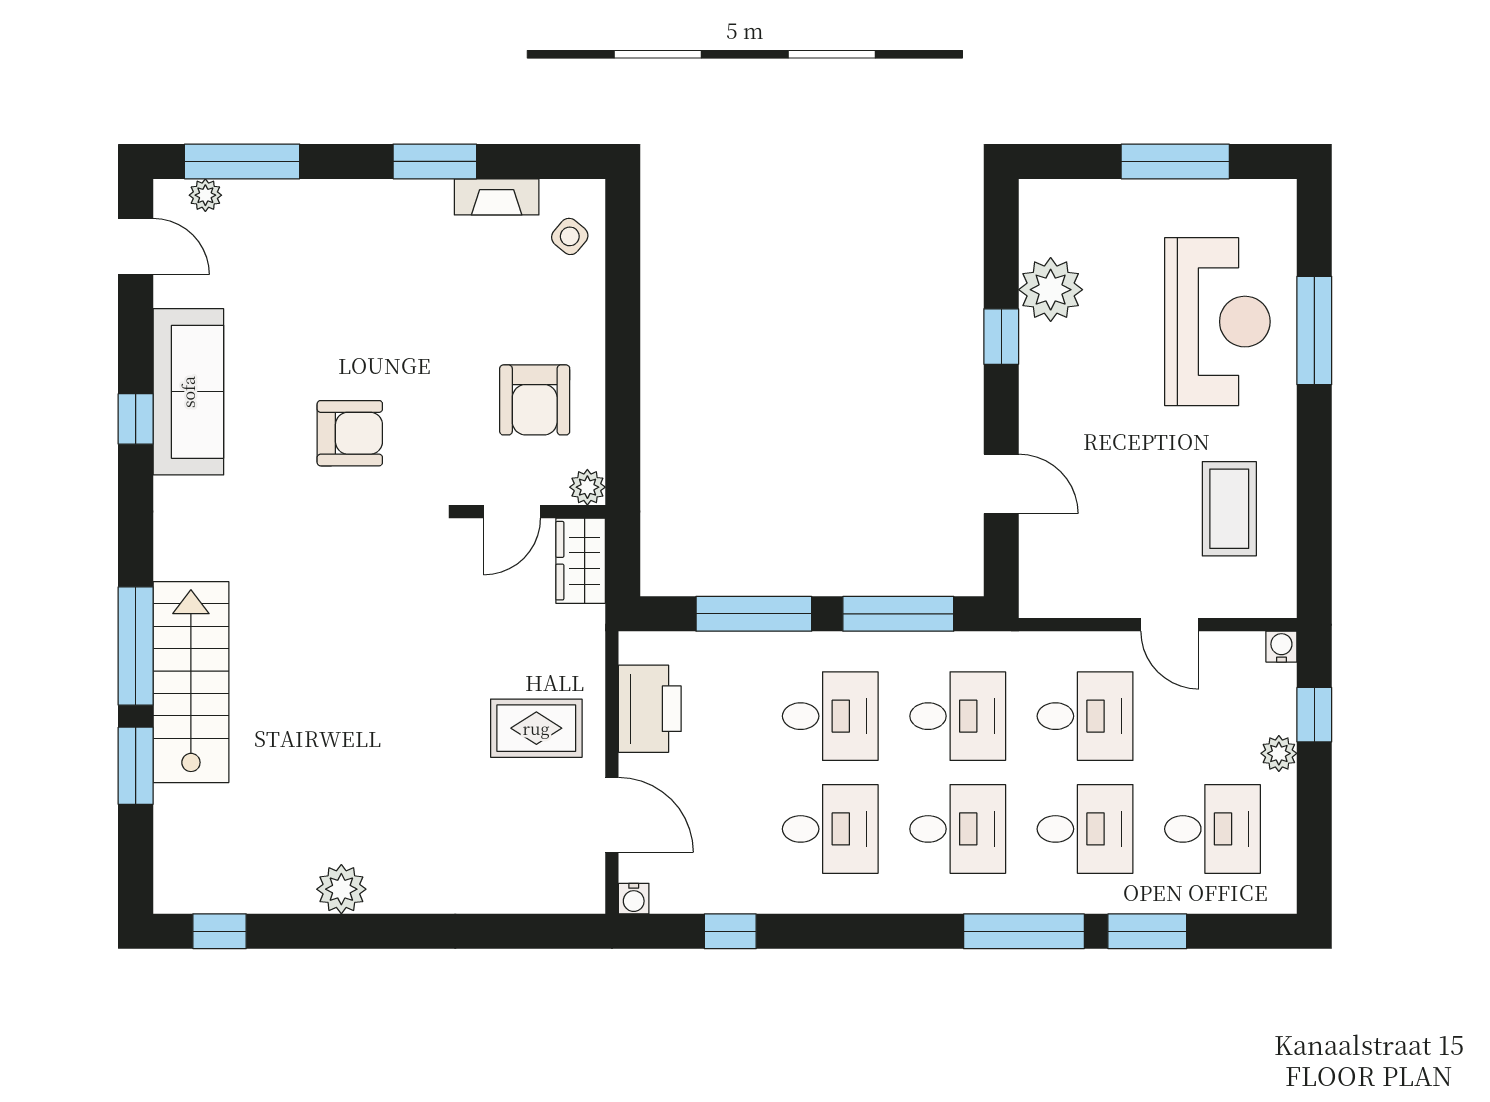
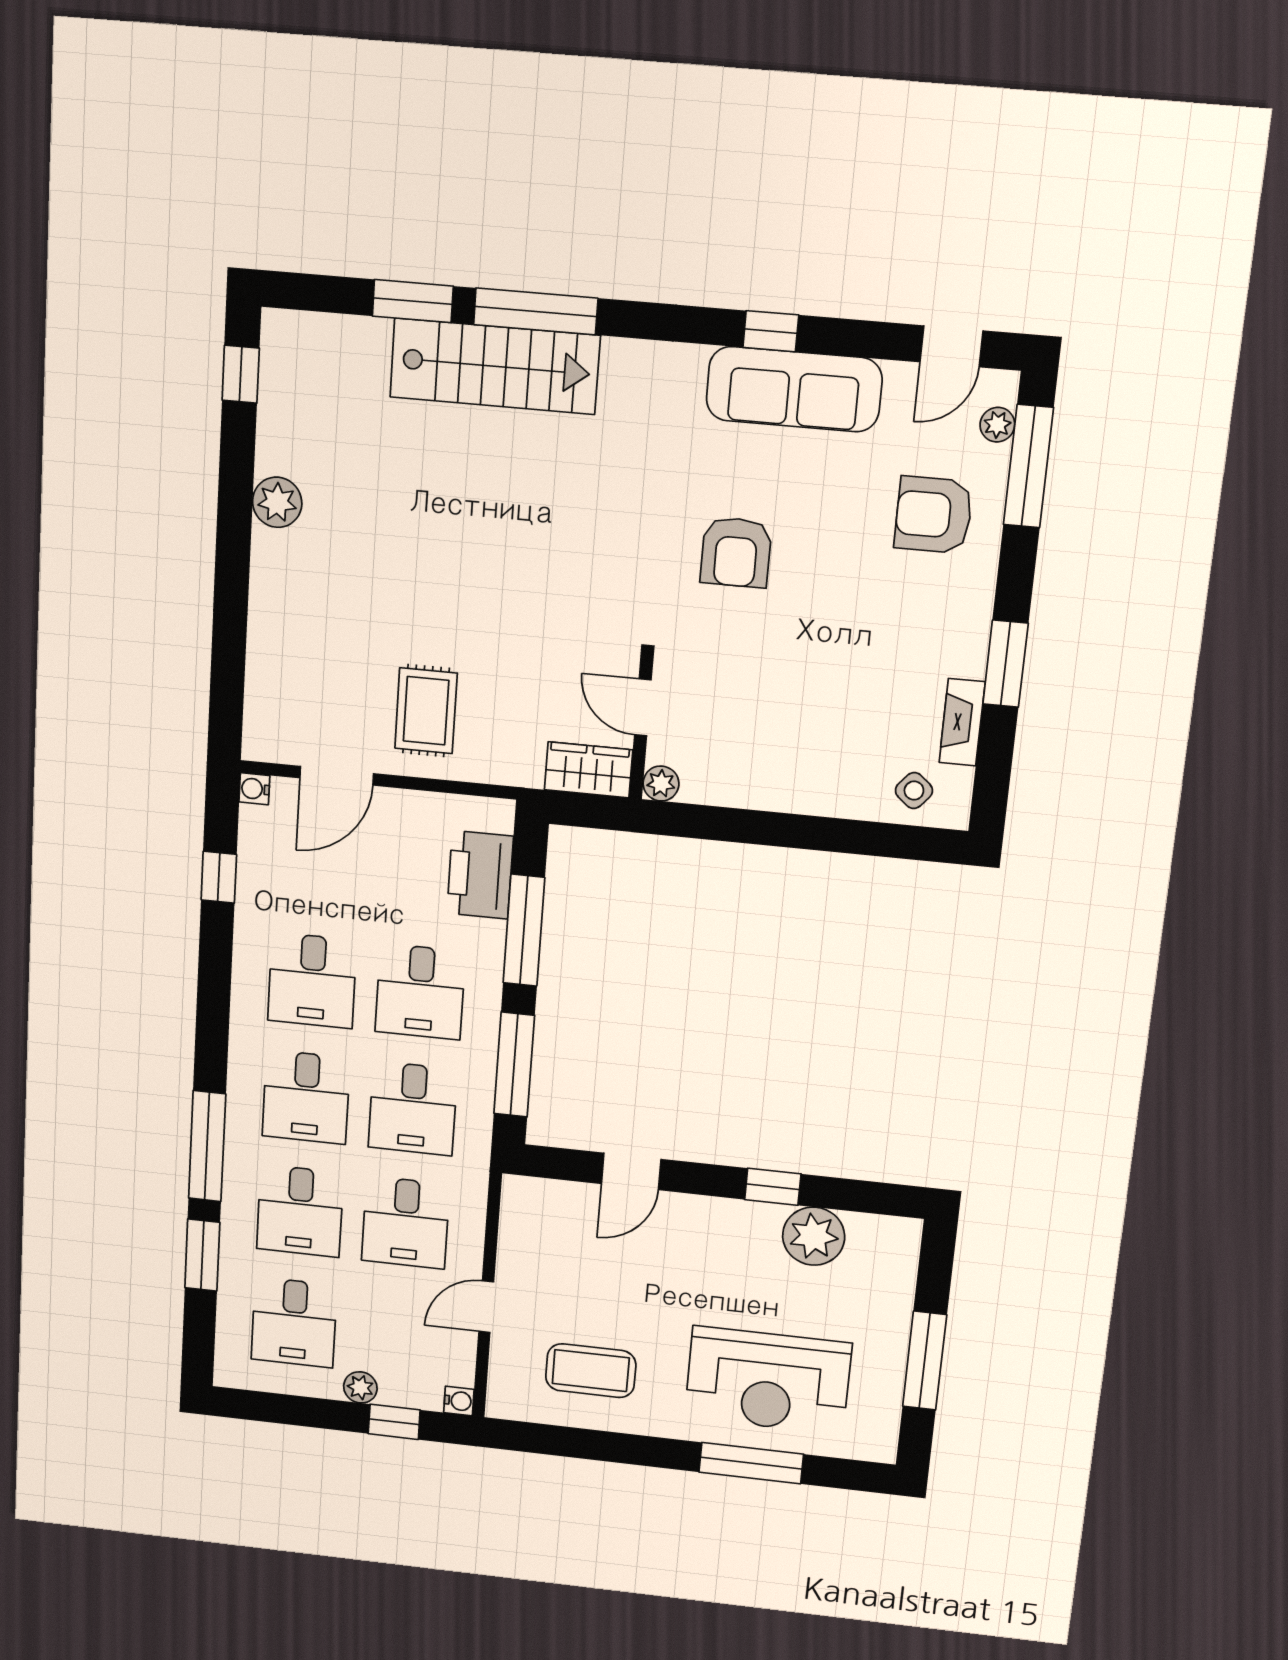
armchair: (535, 400) -> (933, 515), moved
printer: (650, 709) -> (480, 875), moved, turned 90

